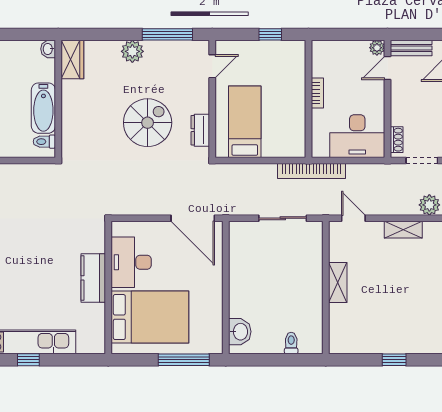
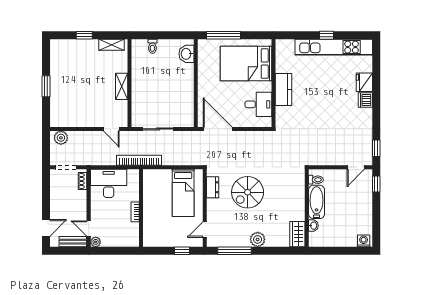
window: (270, 34) -> (182, 251), moved
washbasin: (48, 49) -> (313, 226), moved
door: (387, 68) -> (89, 228), swing flipped
shelving: (403, 230) -> (111, 45), moved
desk: (131, 262) -> (258, 104), width x0.73

